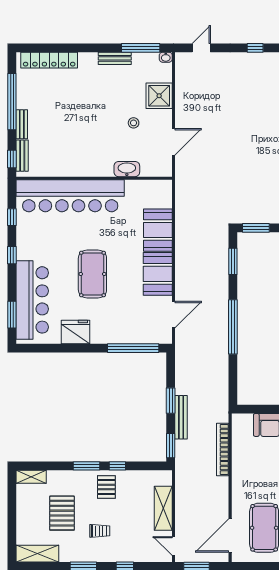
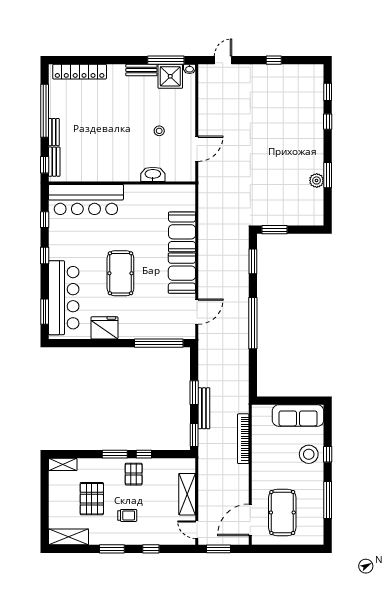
shower: (159, 96) -> (170, 76), moved
bar counter: (70, 196) -> (86, 199), width x0.73

